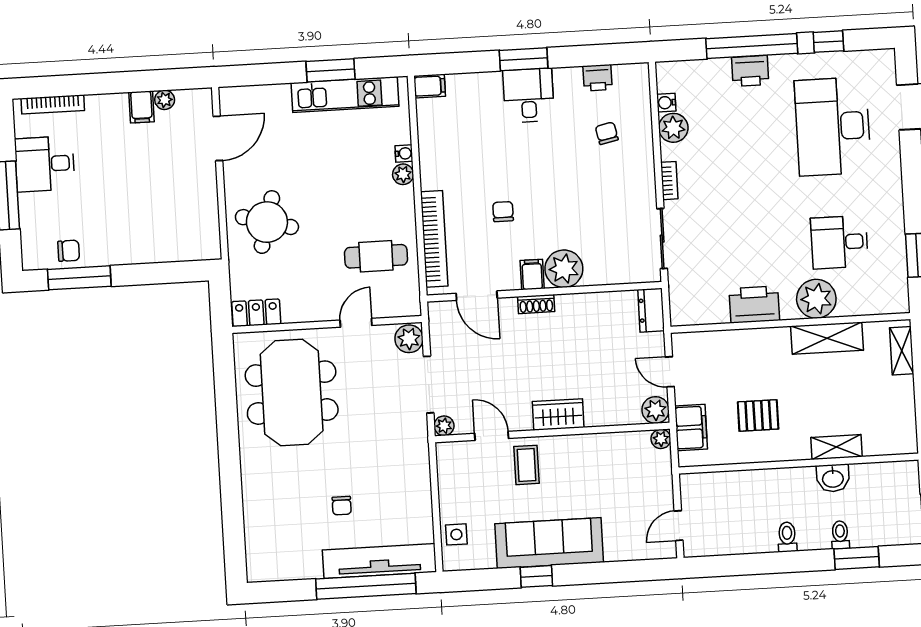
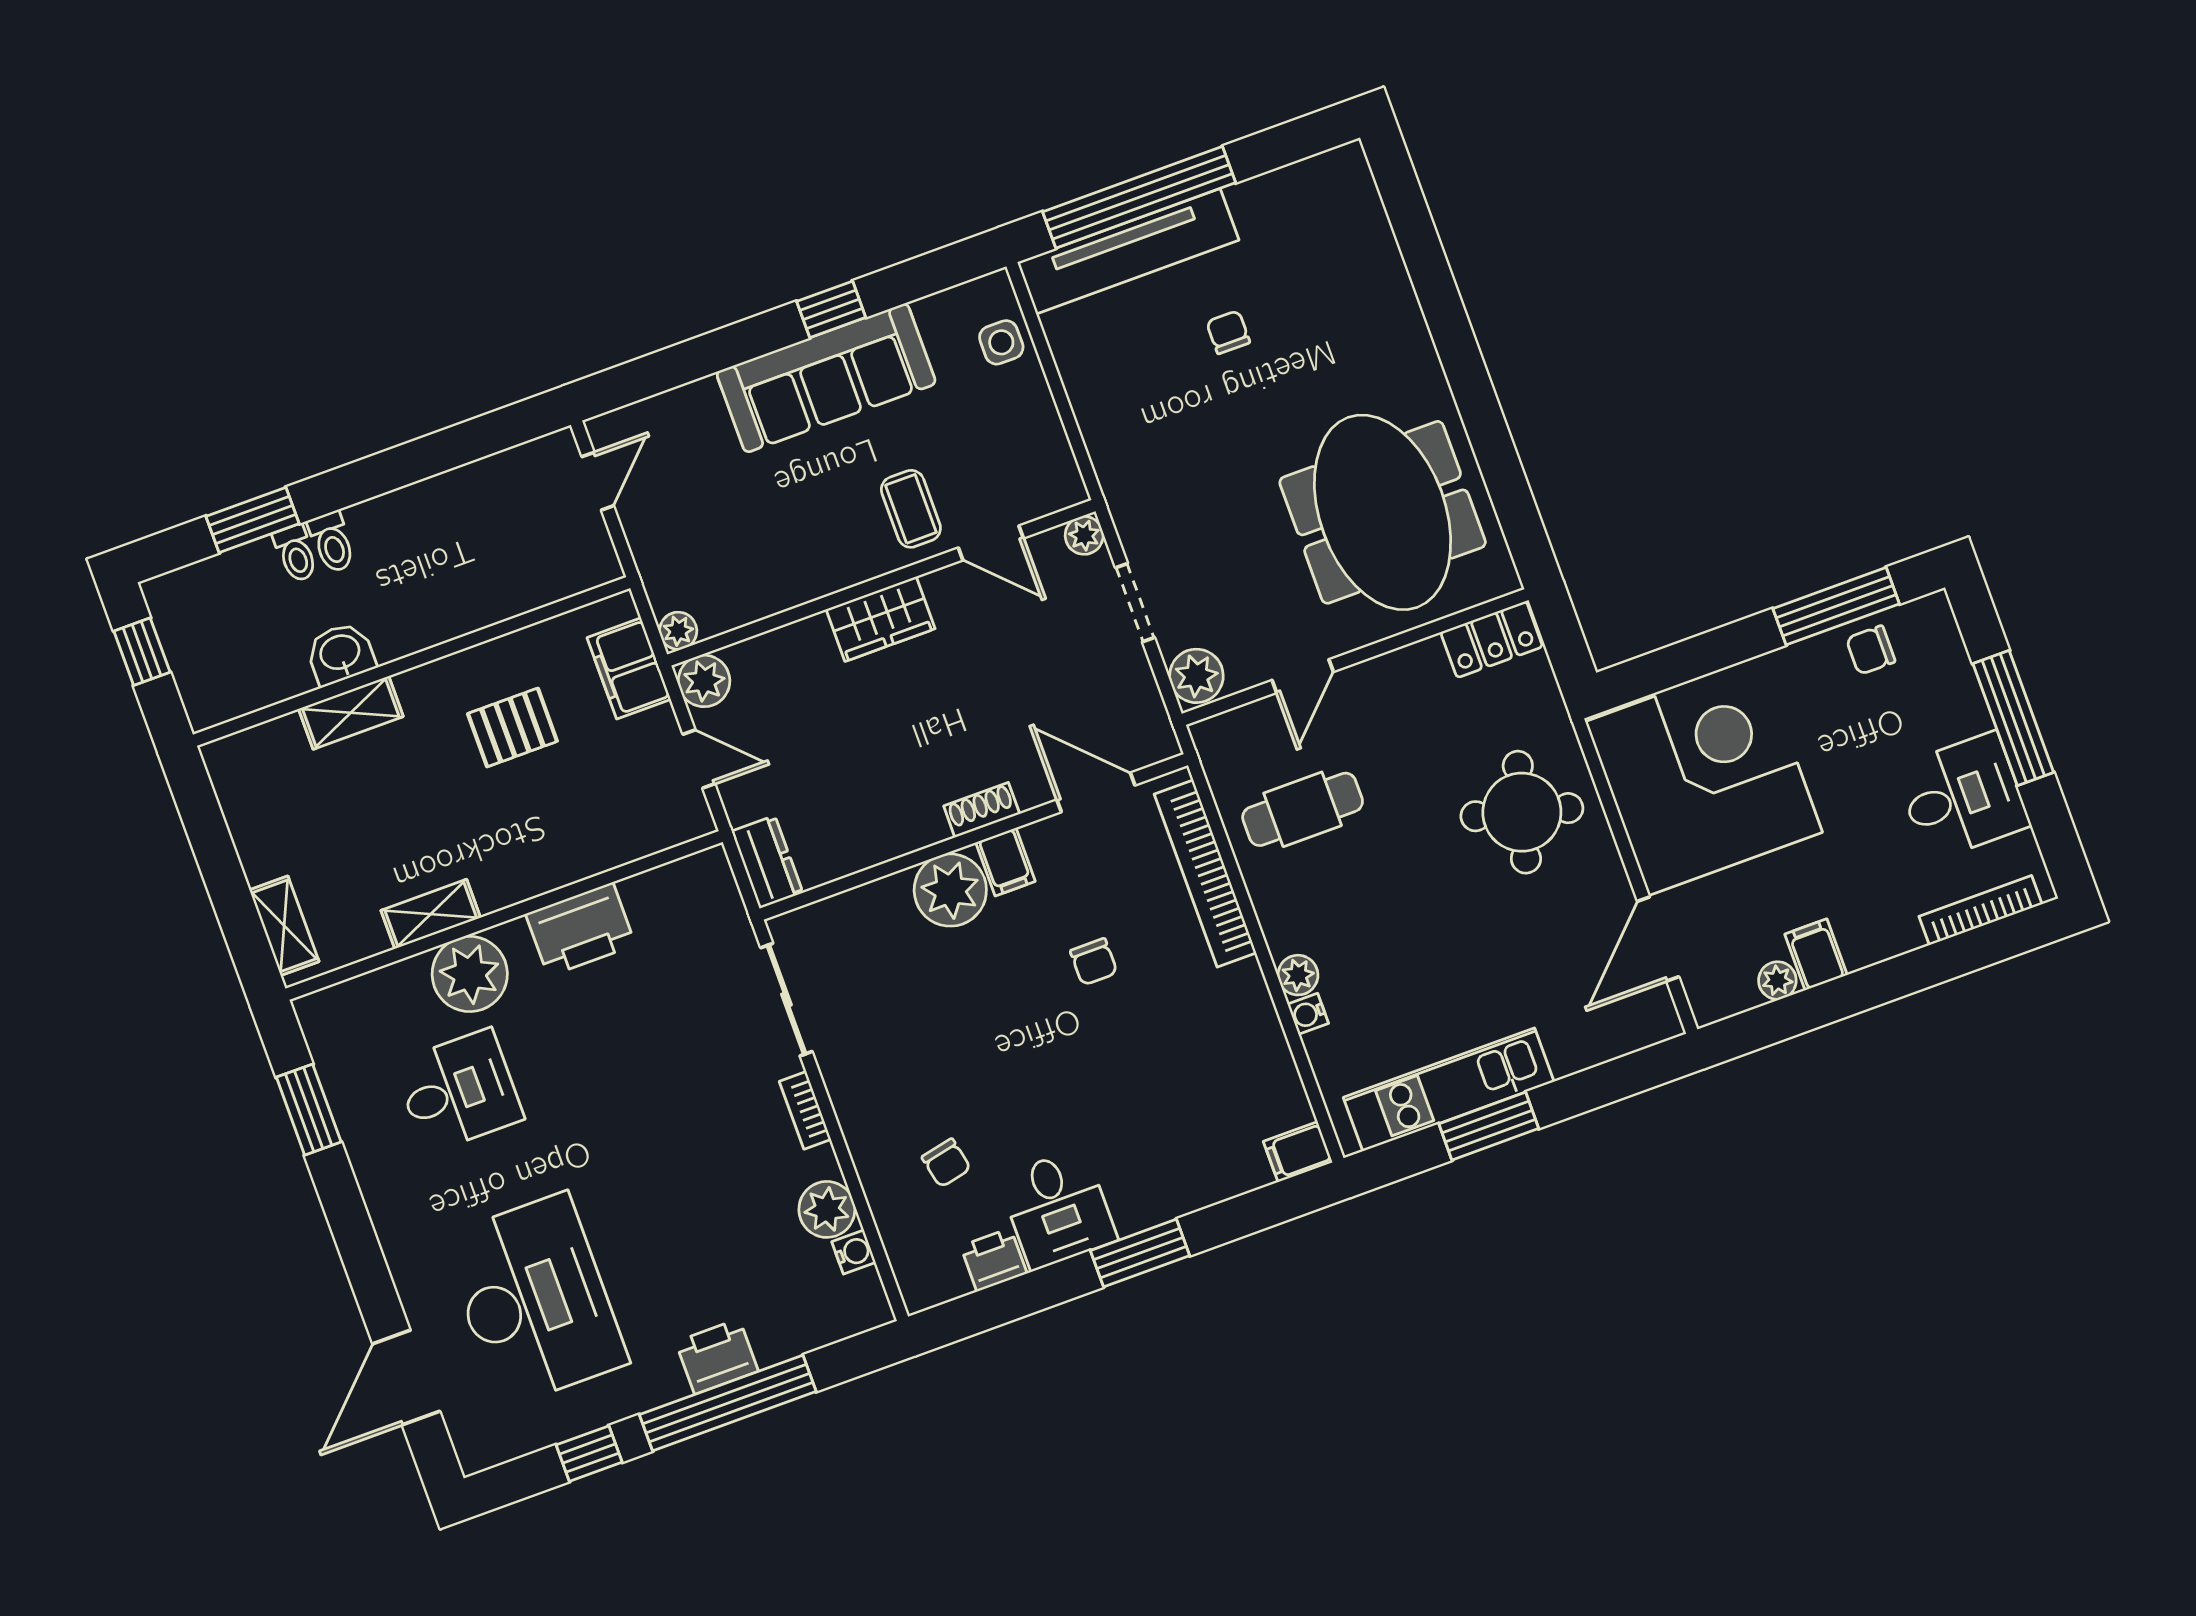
desk: (528, 95) -> (1058, 1209), moved
corner desk: (171, 212) -> (1704, 777), added
shelving: (827, 338) -> (431, 914), width x0.67, depth x0.75
doorway: (429, 385) -> (1135, 603), width x0.73
toilet: (787, 537) -> (332, 542), moved

